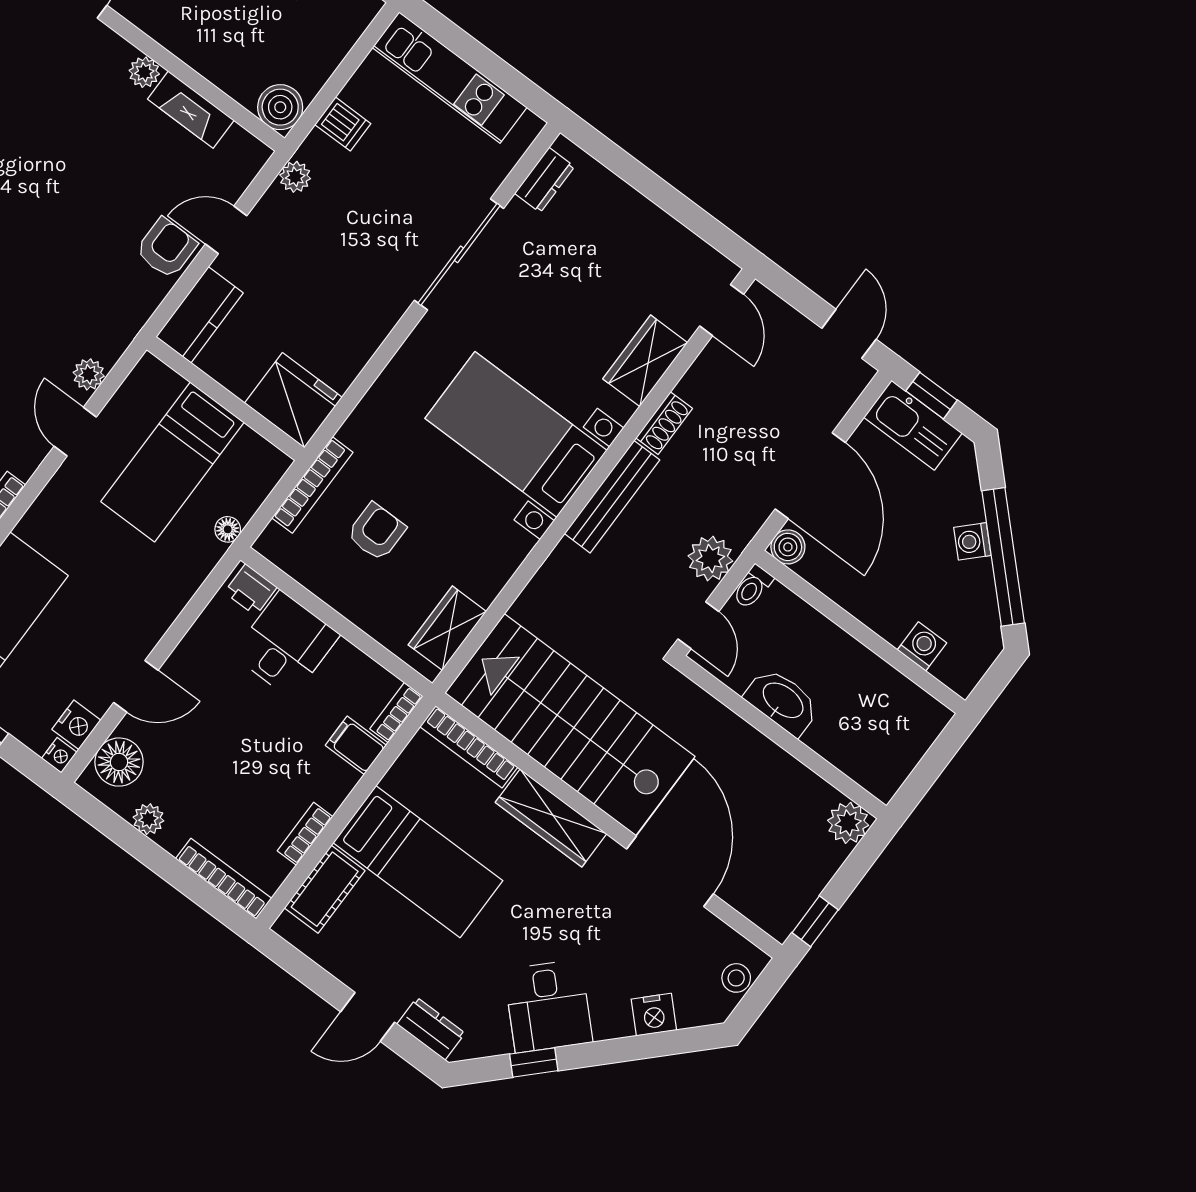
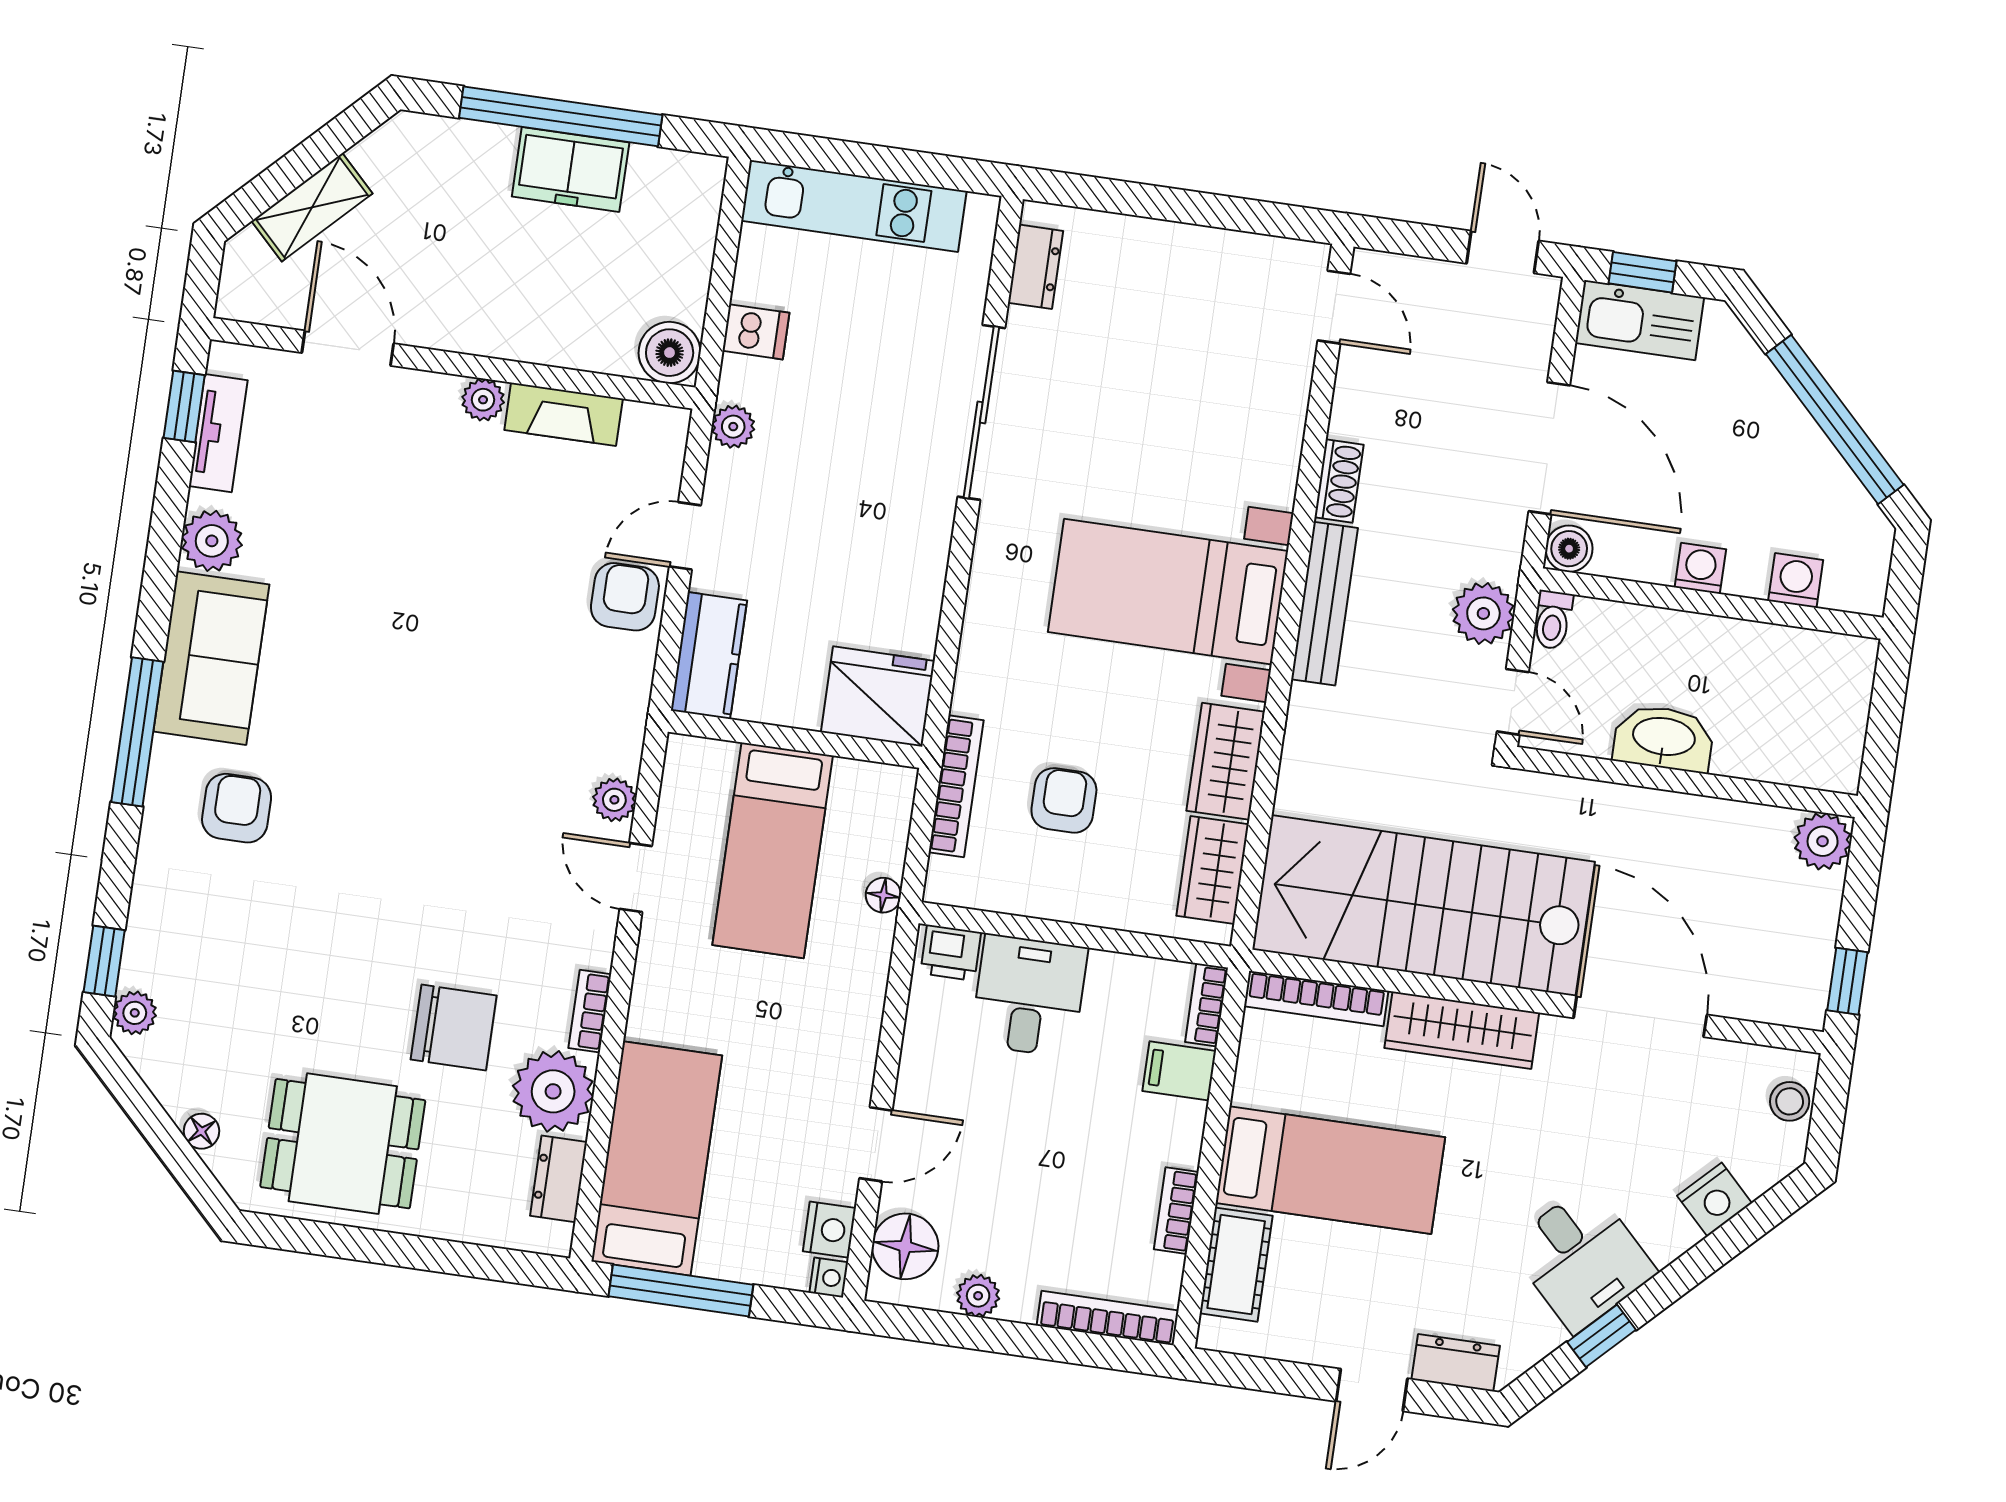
wardrobe: (645, 361) -> (1226, 761), moved
washing machine: (972, 541) -> (1700, 568), moved, turned 135

